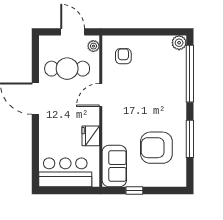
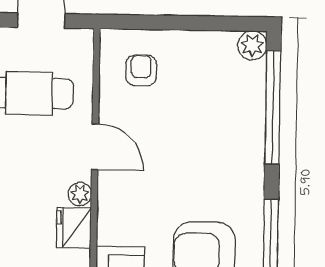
plant: (93, 46) -> (80, 194), moved
door: (101, 95) -> (95, 147), swing flipped

